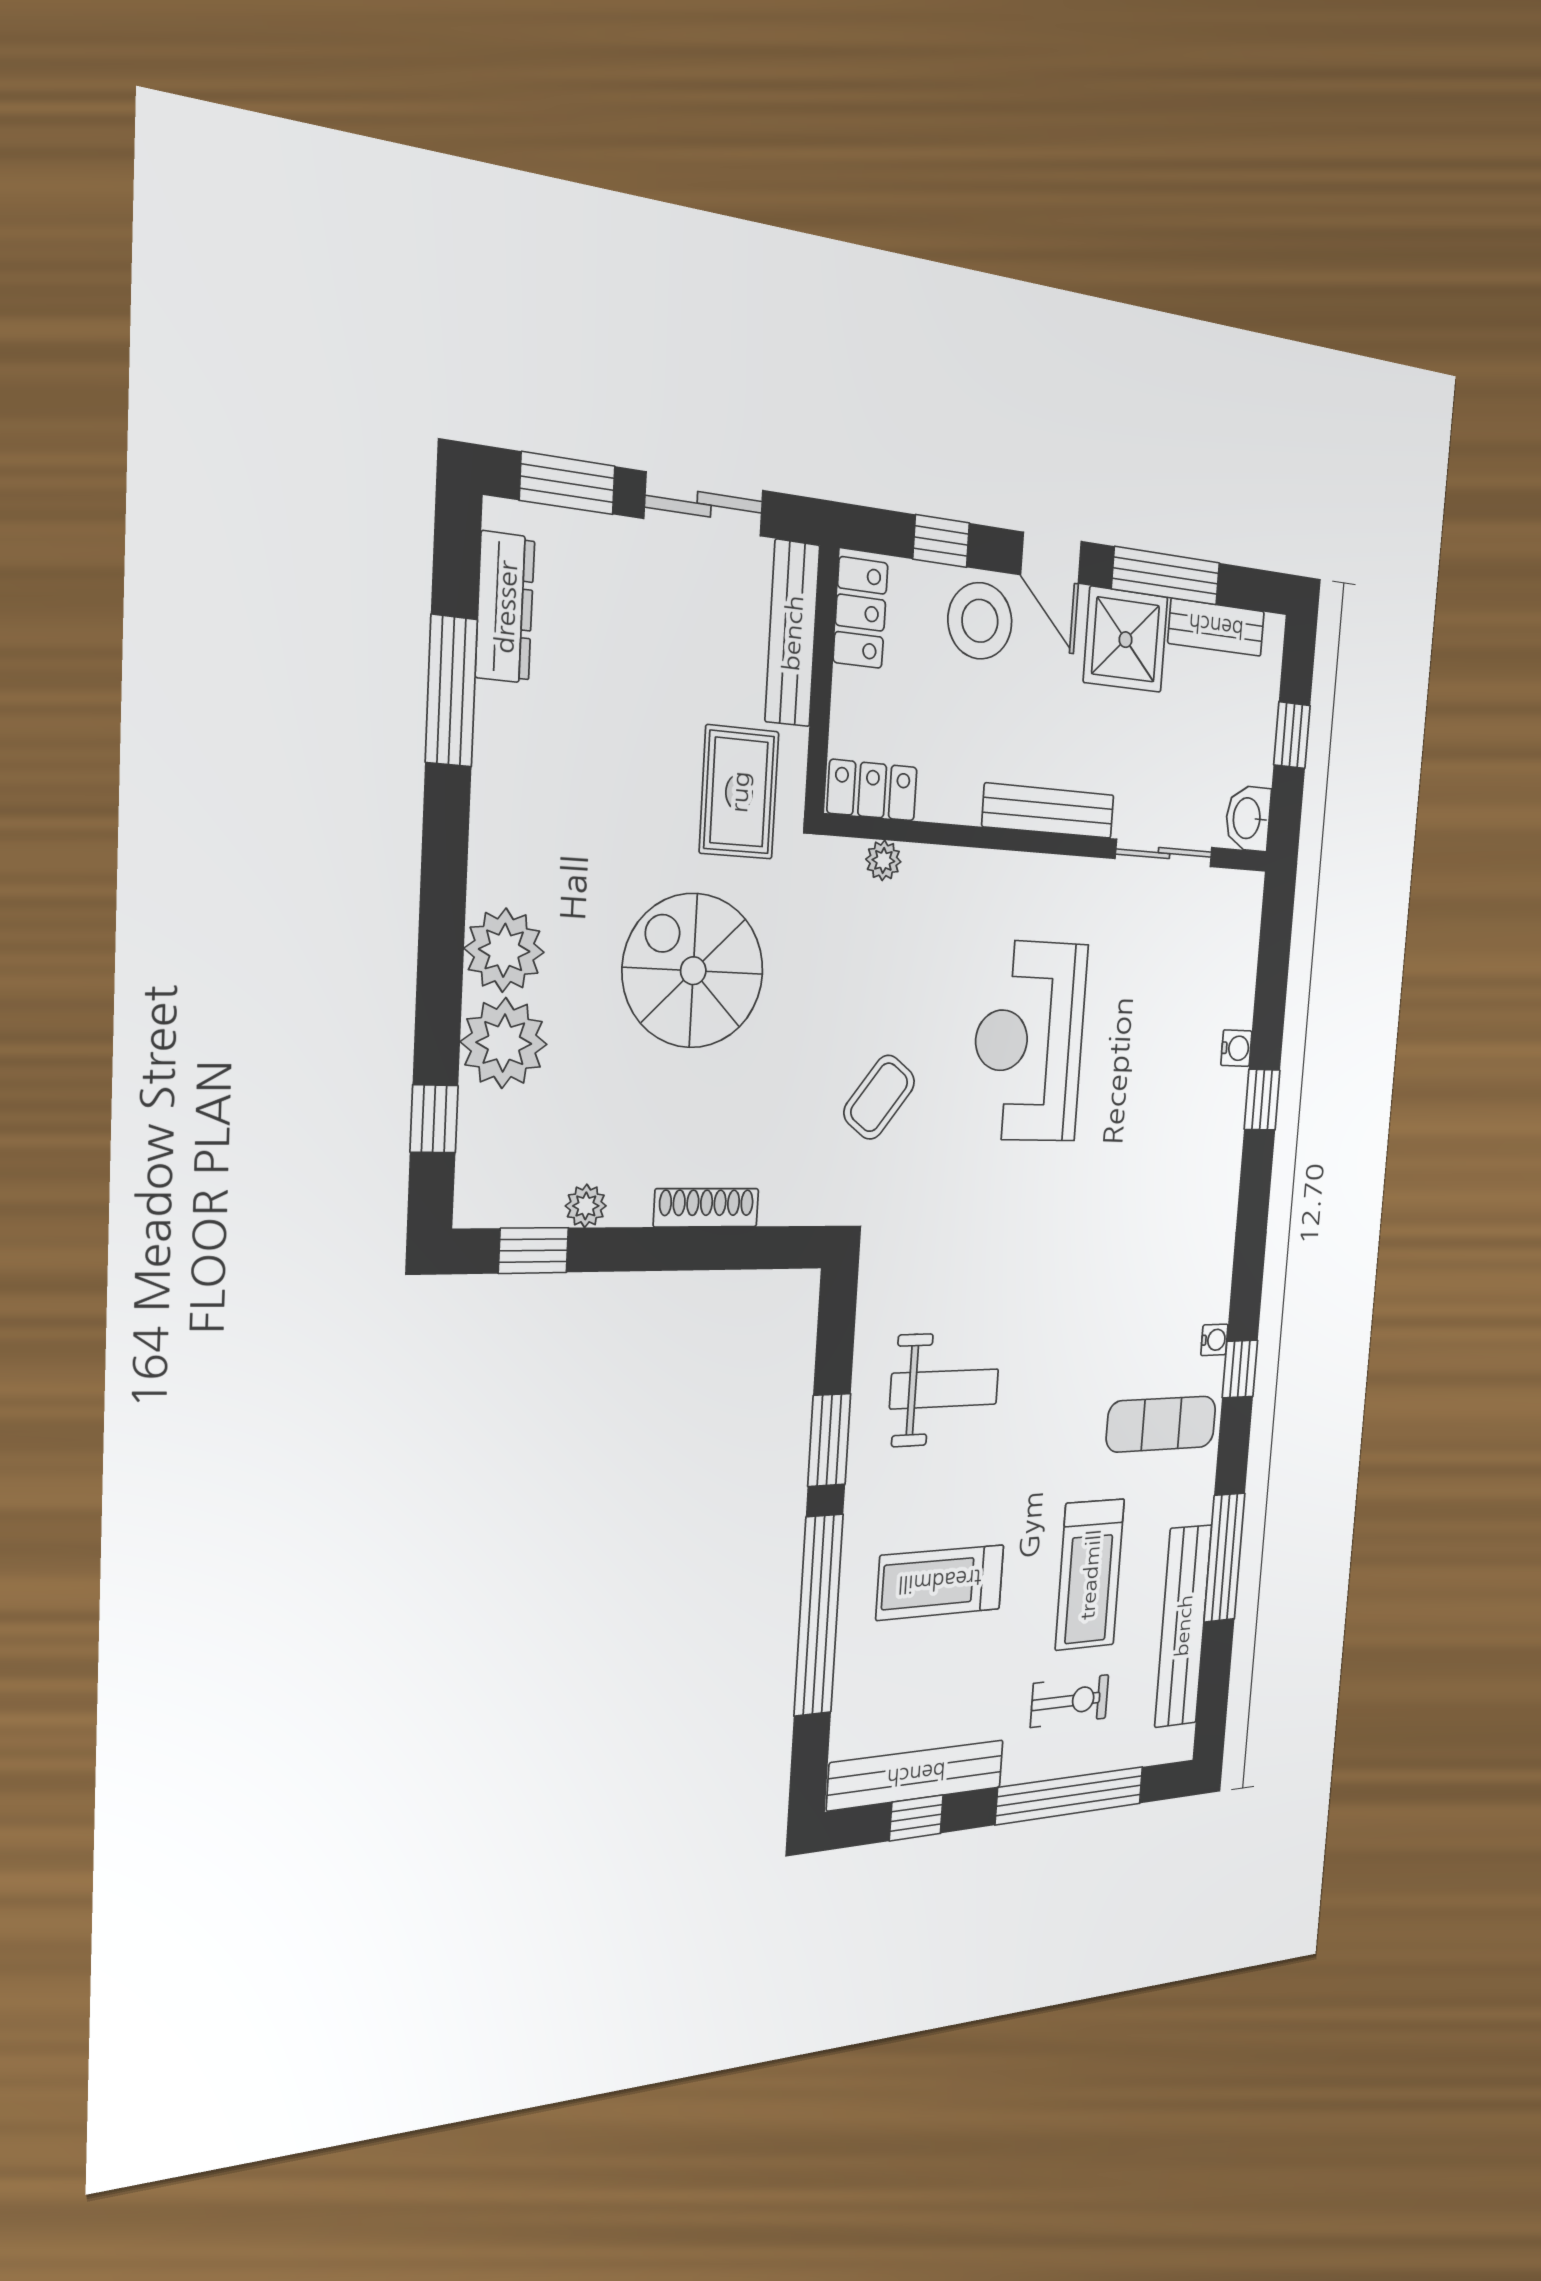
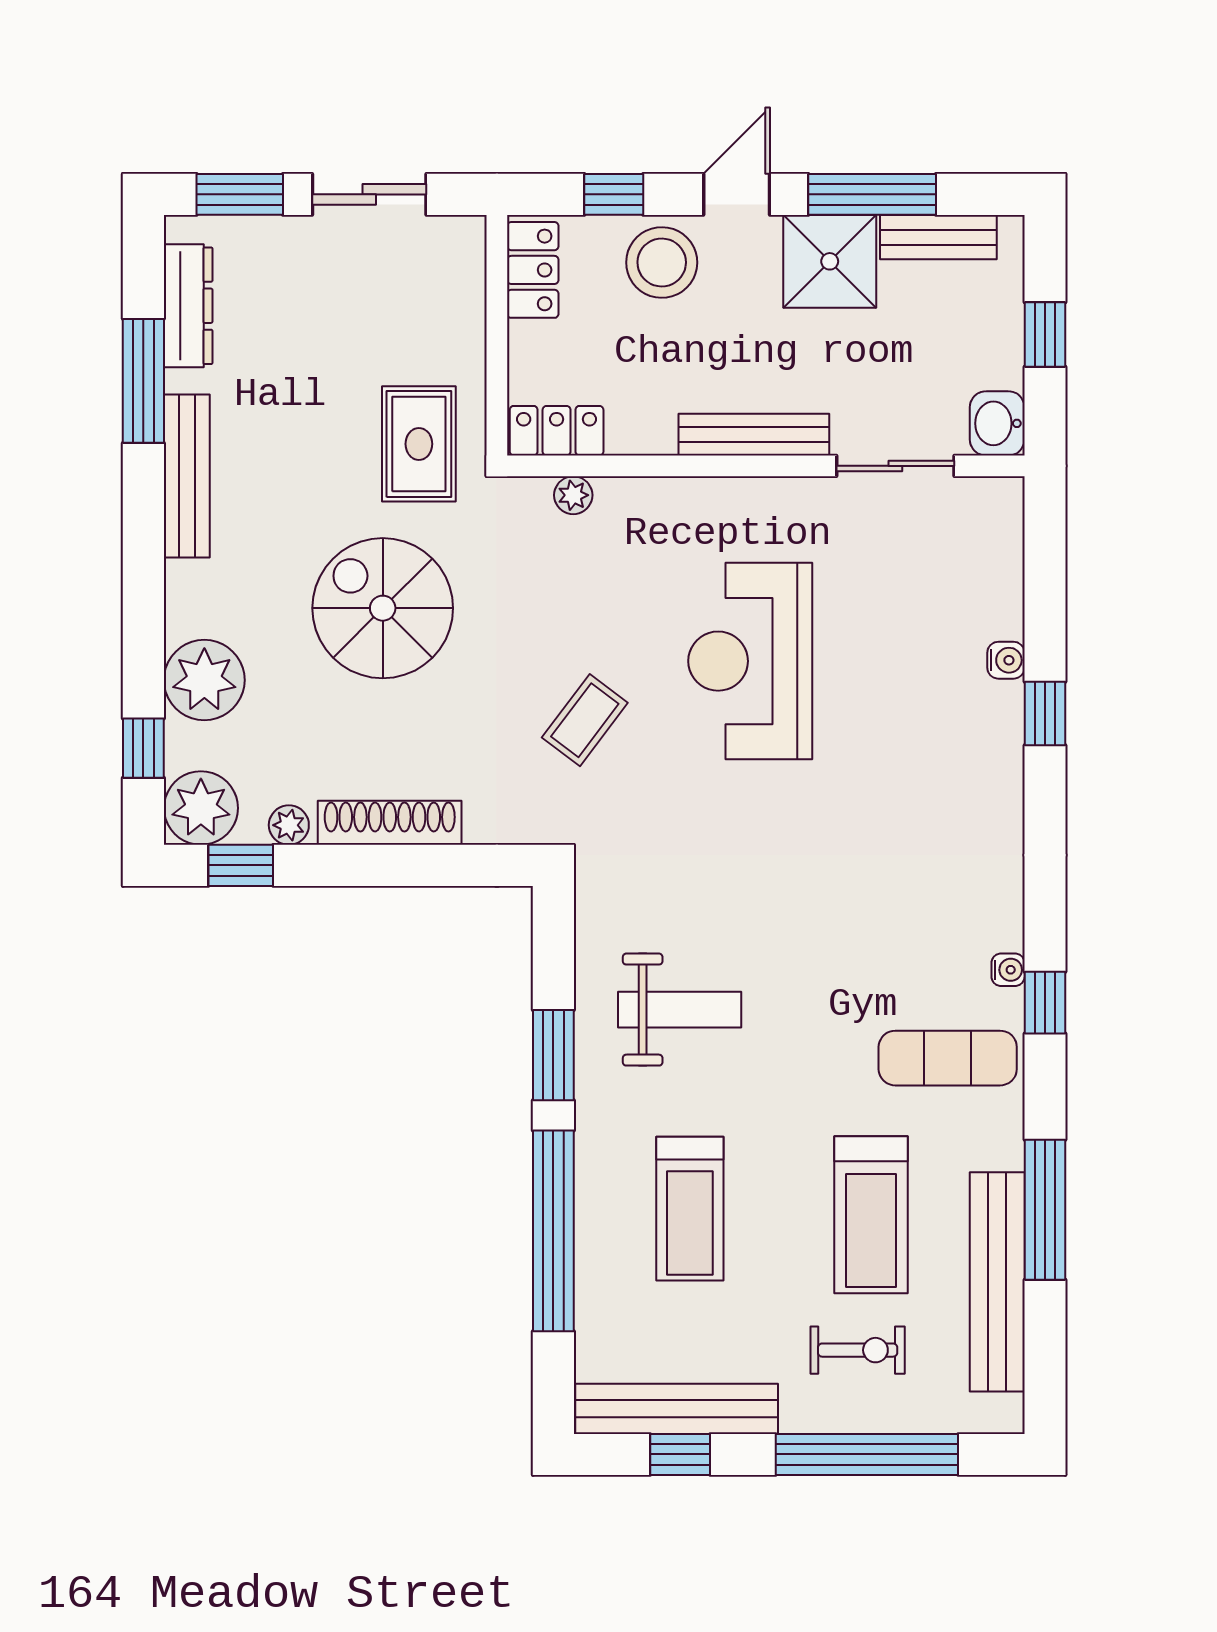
door: (1051, 558) -> (737, 194), swing flipped
bench: (792, 633) -> (187, 476), moved
plant: (504, 950) -> (201, 808), moved
shoe rack: (706, 1208) -> (390, 823), width x1.36, depth x1.24
treadmill: (940, 1582) -> (690, 1209), turned -90

